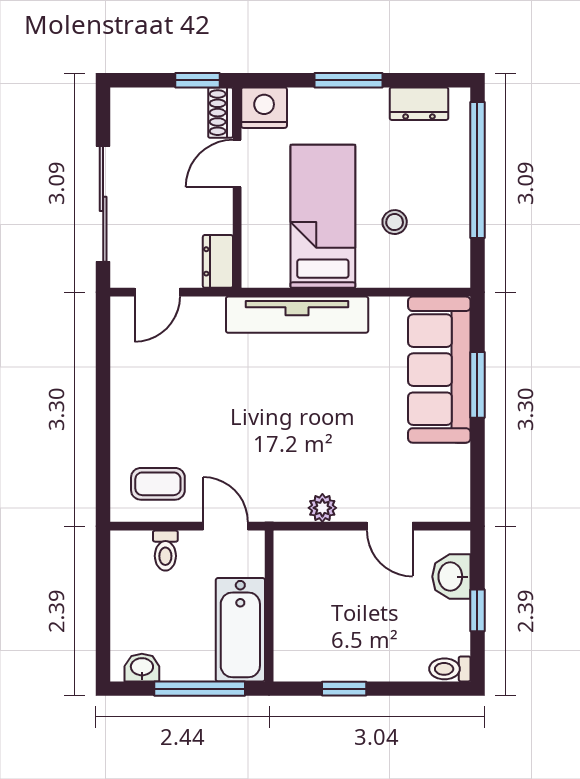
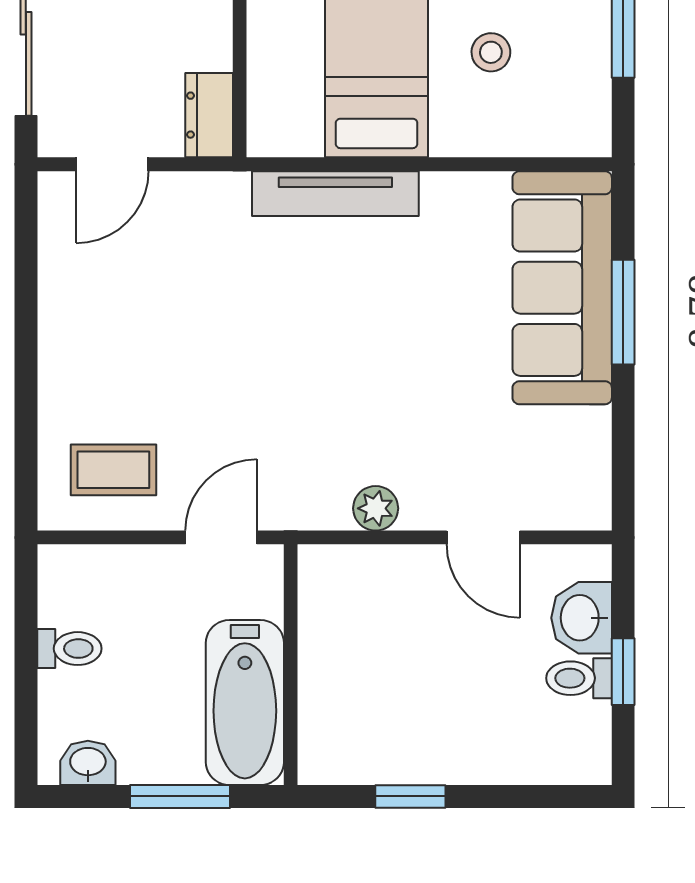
tv unit: (297, 315) -> (335, 194), width x0.73, depth x0.78
door: (225, 526) -> (221, 537), hinge flipped
toilet: (165, 551) -> (69, 649), moved, turned -90
toilet: (450, 669) -> (579, 678), moved
window: (200, 689) -> (180, 796), width x0.69

